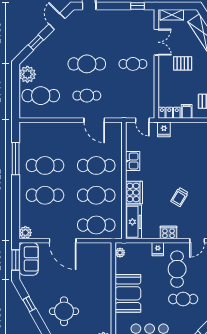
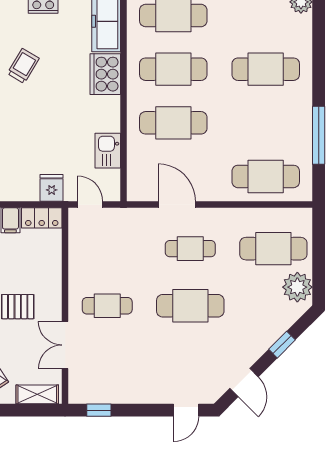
kitchen sink: (133, 161) -> (108, 151), moved
cafe table: (45, 165) -> (266, 176), moved

